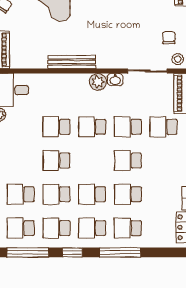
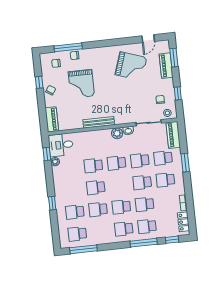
school desk: (56, 228) -> (165, 180), moved
window: (72, 252) -> (172, 240), moved

